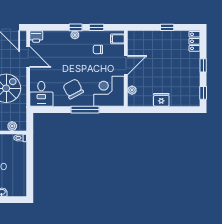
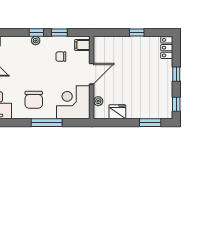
chair: (73, 89) -> (34, 100), turned -152
fridge: (161, 100) -> (117, 112), moved
window: (179, 110) -> (150, 123), added

